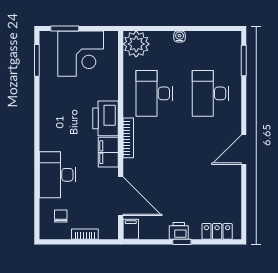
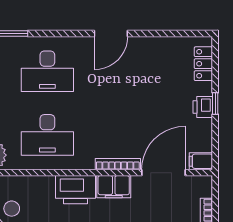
bookcase: (128, 138) -> (118, 164), moved
door: (244, 150) -> (111, 33), hinge flipped

